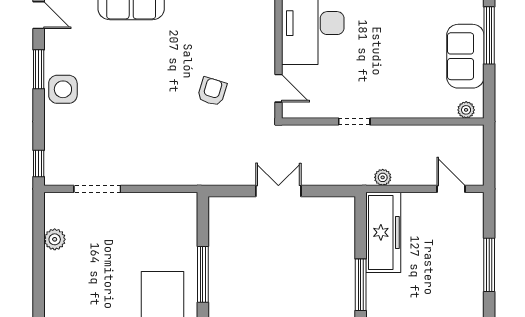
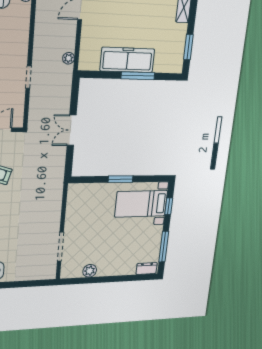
window: (39, 163) -> (41, 283), removed
freezer: (383, 232) -> (127, 60), moved
window: (203, 274) -> (120, 179), width x0.69

